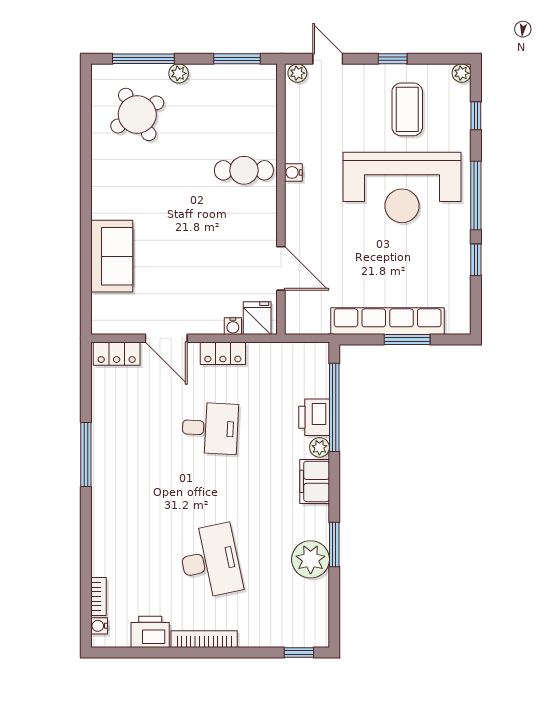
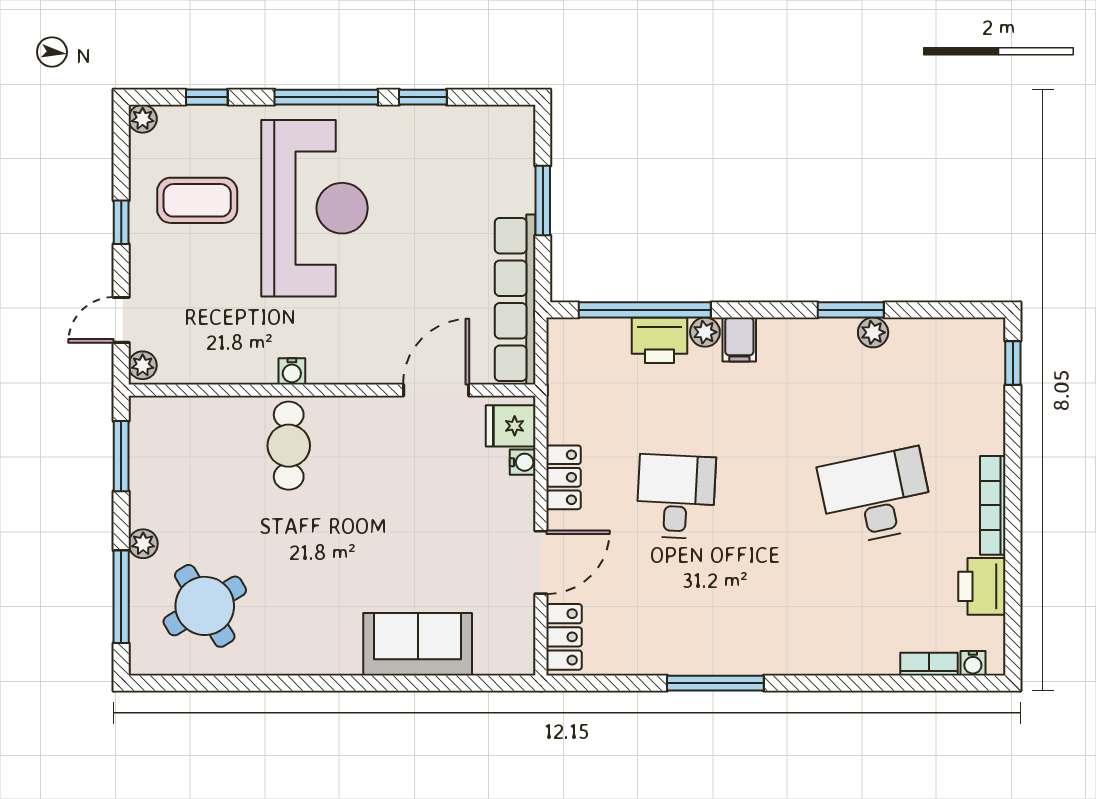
row of seats: (388, 321) -> (515, 299), moved
filing cabinet: (315, 481) -> (739, 340), width x0.50
plant: (311, 559) -> (873, 332), width x0.53, depth x0.53

